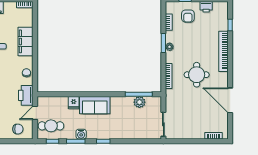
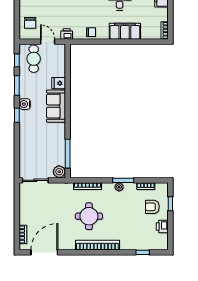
bookcase: (223, 51) -> (97, 245), moved
printer: (26, 95) -> (67, 34), width x0.53, depth x0.68
door: (230, 100) -> (44, 252), moved
plant: (139, 102) -> (59, 172), moved
water cooler: (81, 134) -> (25, 104), moved

